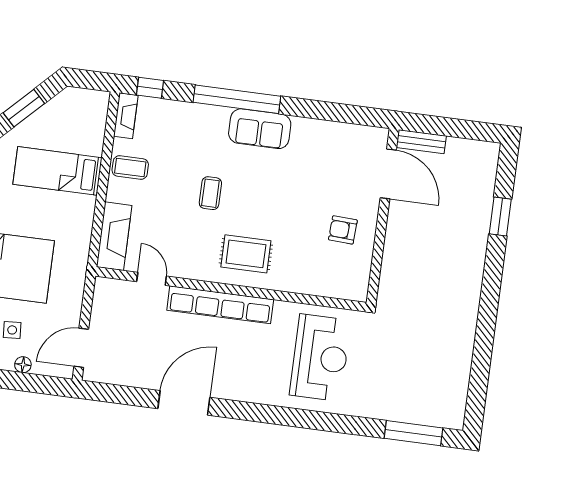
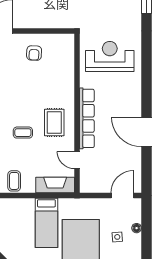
bed: (57, 171) -> (46, 223), moved
rug: (246, 254) -> (54, 122), moved
door: (152, 279) -> (77, 160), hinge flipped
door: (81, 348) -> (122, 196), swing flipped

